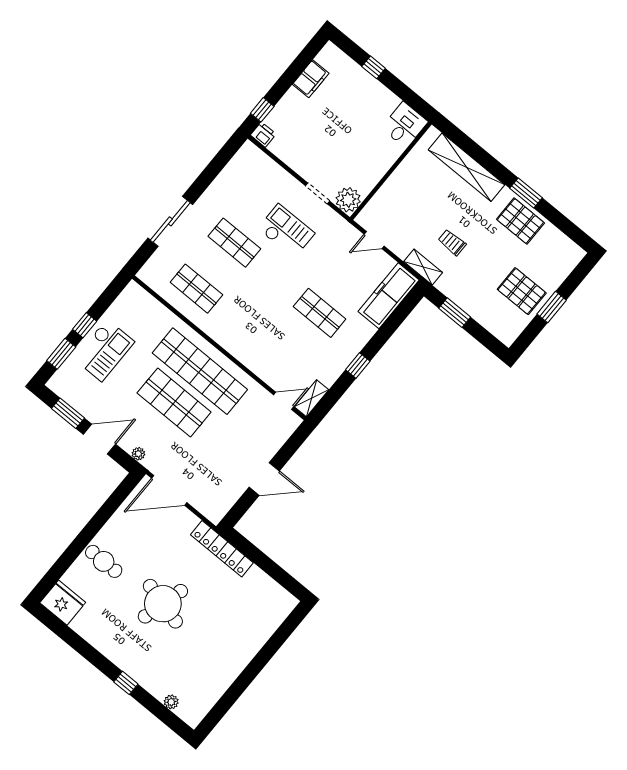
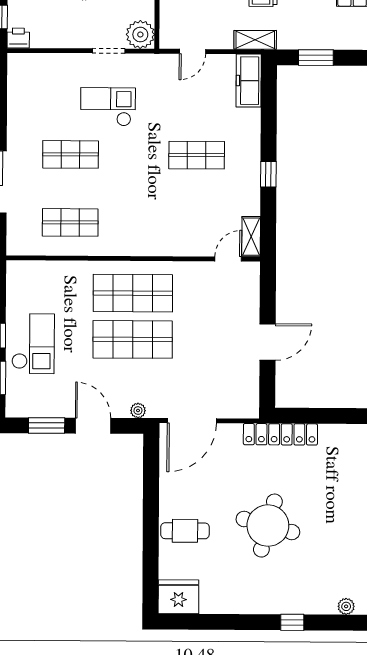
freezer: (389, 296) -> (249, 81), width x0.73, depth x0.79
shop shelf: (200, 371) -> (133, 293), width x0.71
door: (99, 439) -> (93, 426), hinge flipped

